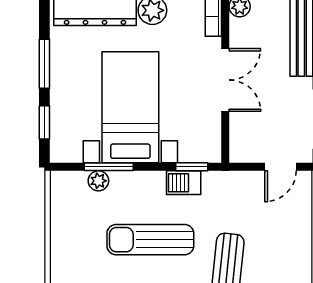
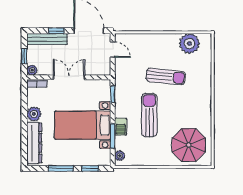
plant: (98, 181) -> (120, 156), moved
barbecue: (184, 183) -> (121, 127), moved
sun lounger: (150, 240) -> (149, 115), turned 180

